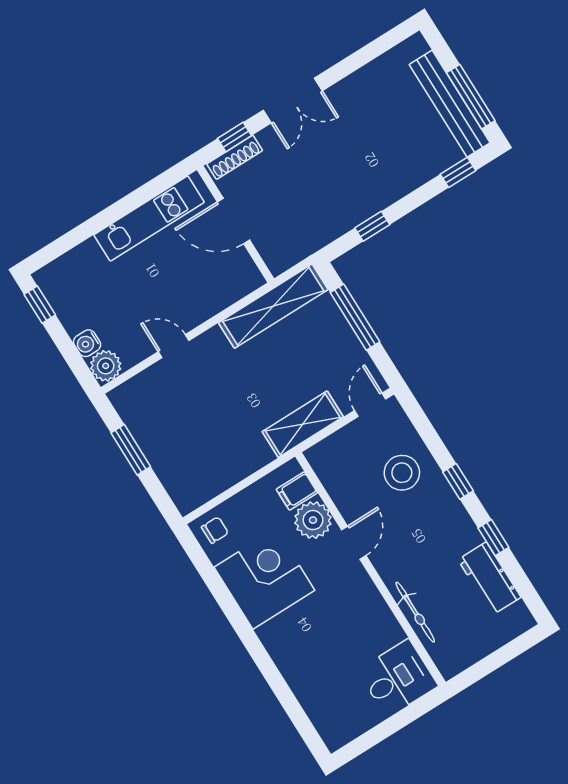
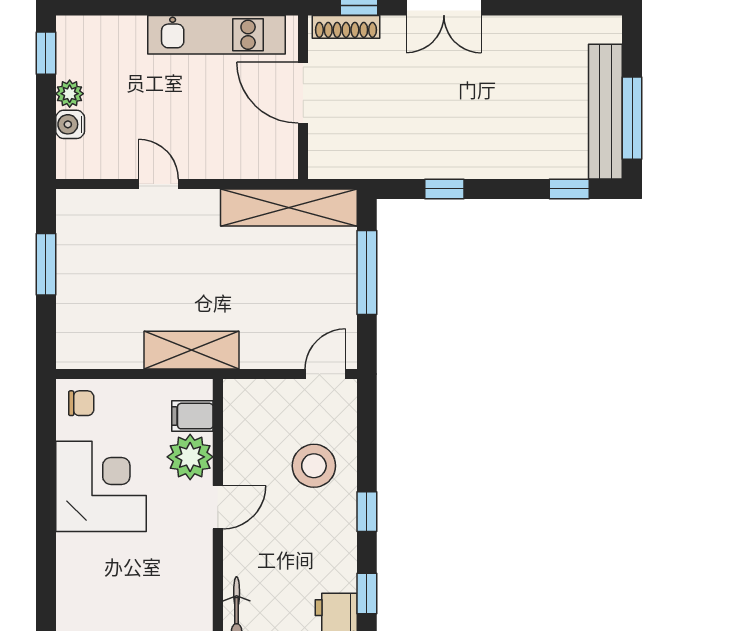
plant: (106, 366) -> (70, 94), moved, width x0.73, depth x0.73
shelving: (303, 424) -> (192, 350), moved

